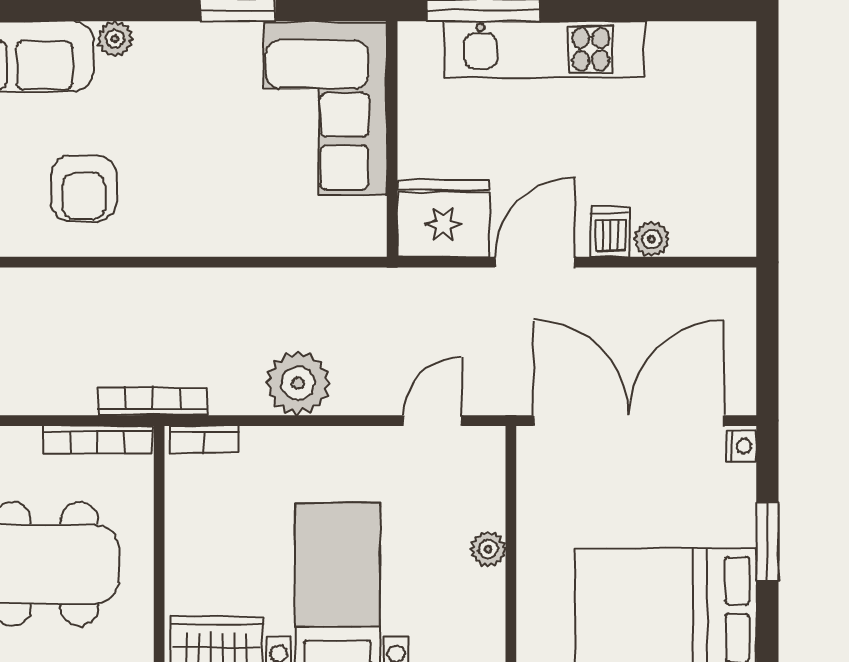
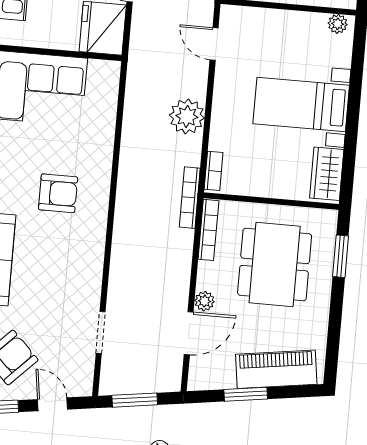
armchair: (84, 188) -> (58, 193), moved
plant: (488, 549) -> (338, 24), moved

